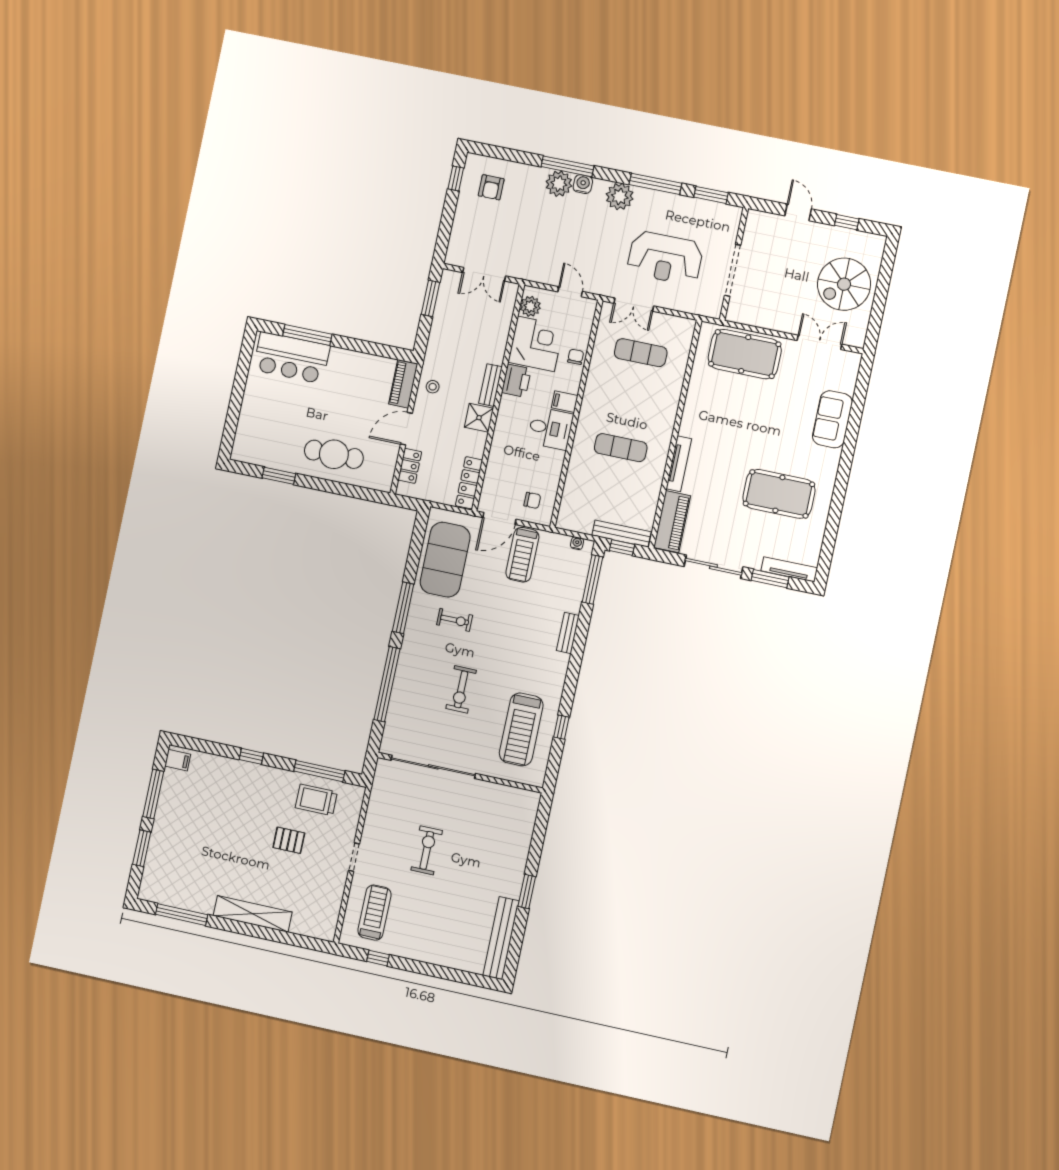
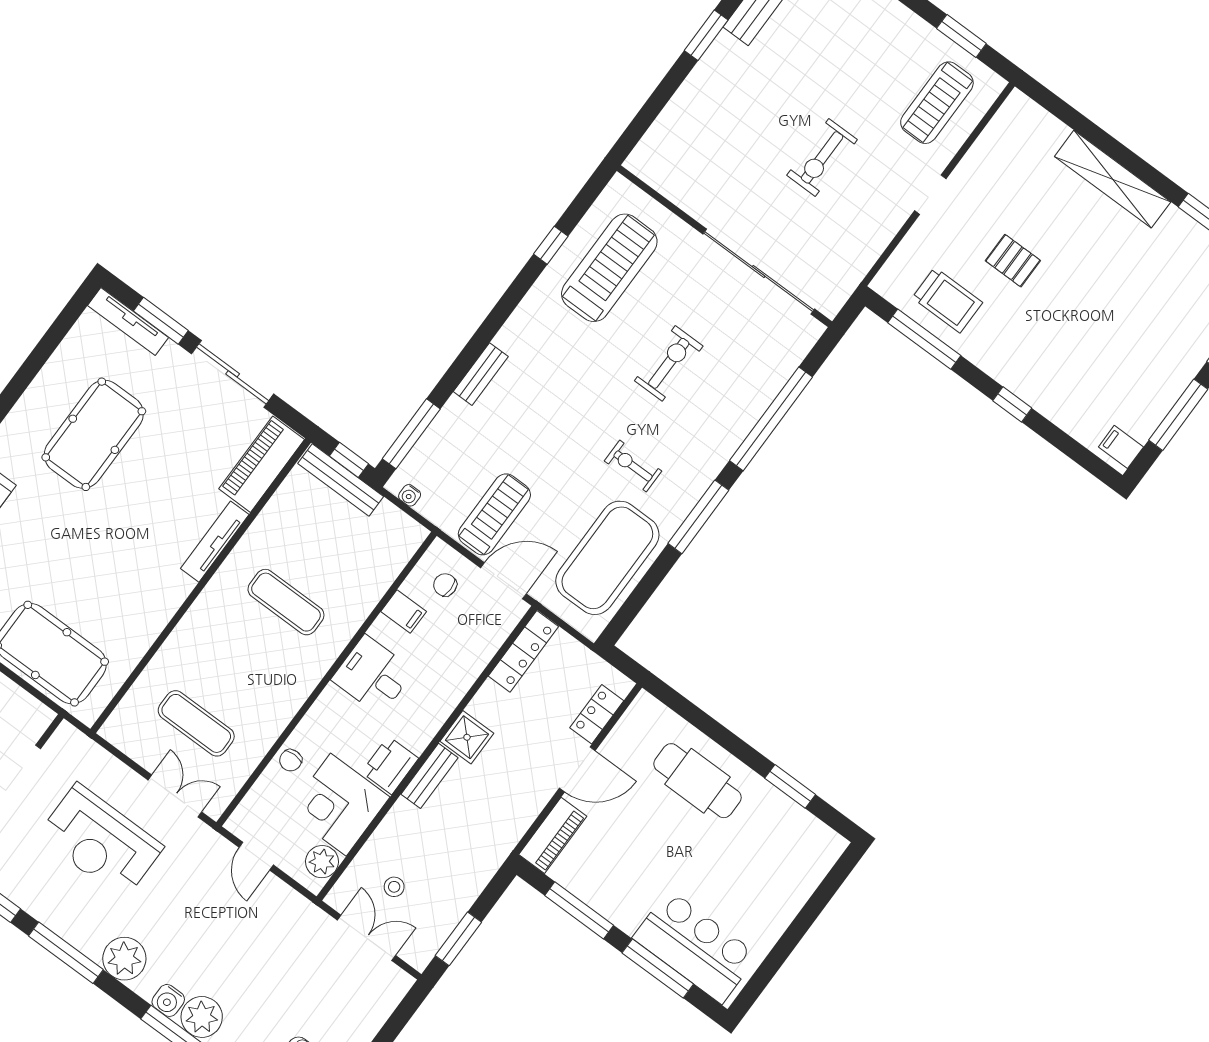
reception desk: (665, 258) -> (100, 841), turned 180
window: (368, 347) -> (579, 910), added
stool: (433, 387) -> (394, 887), moved
filing cabinet: (565, 402) -> (404, 611), moved
pool table: (779, 494) -> (94, 434), turned 90
window: (378, 958) -> (961, 36), width x1.50

